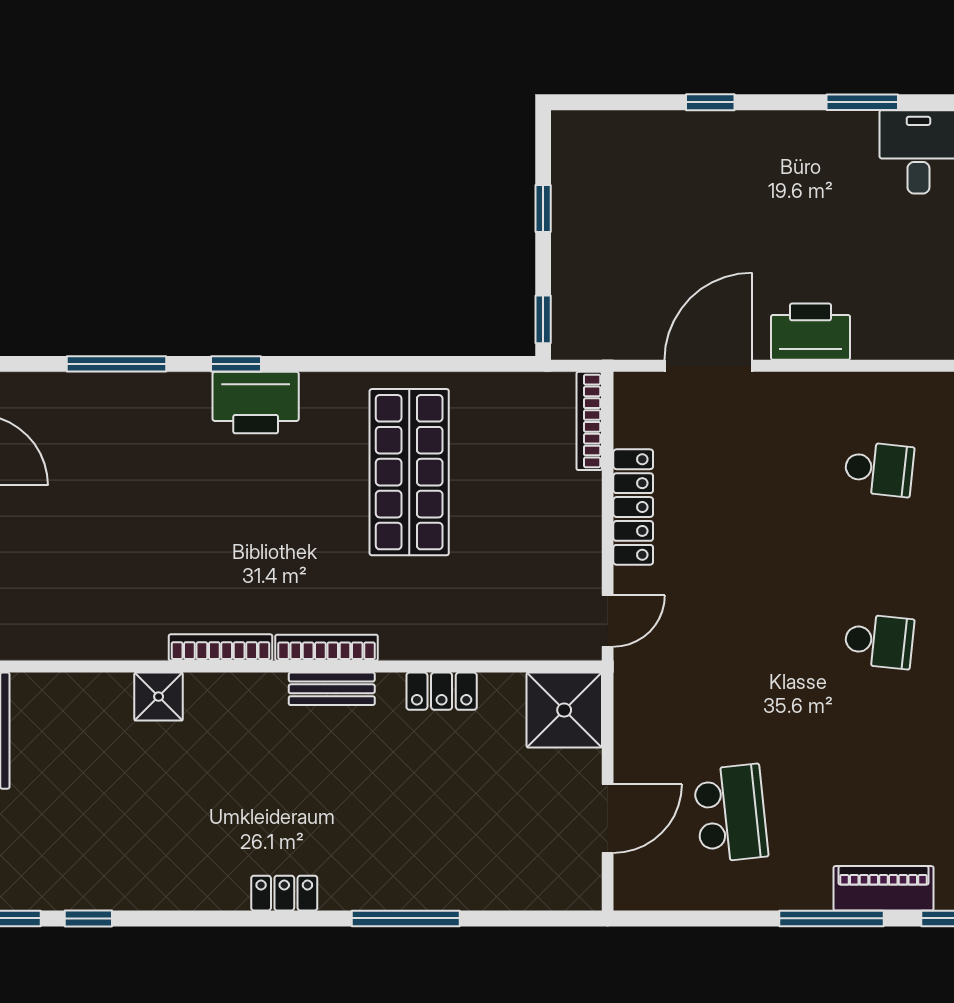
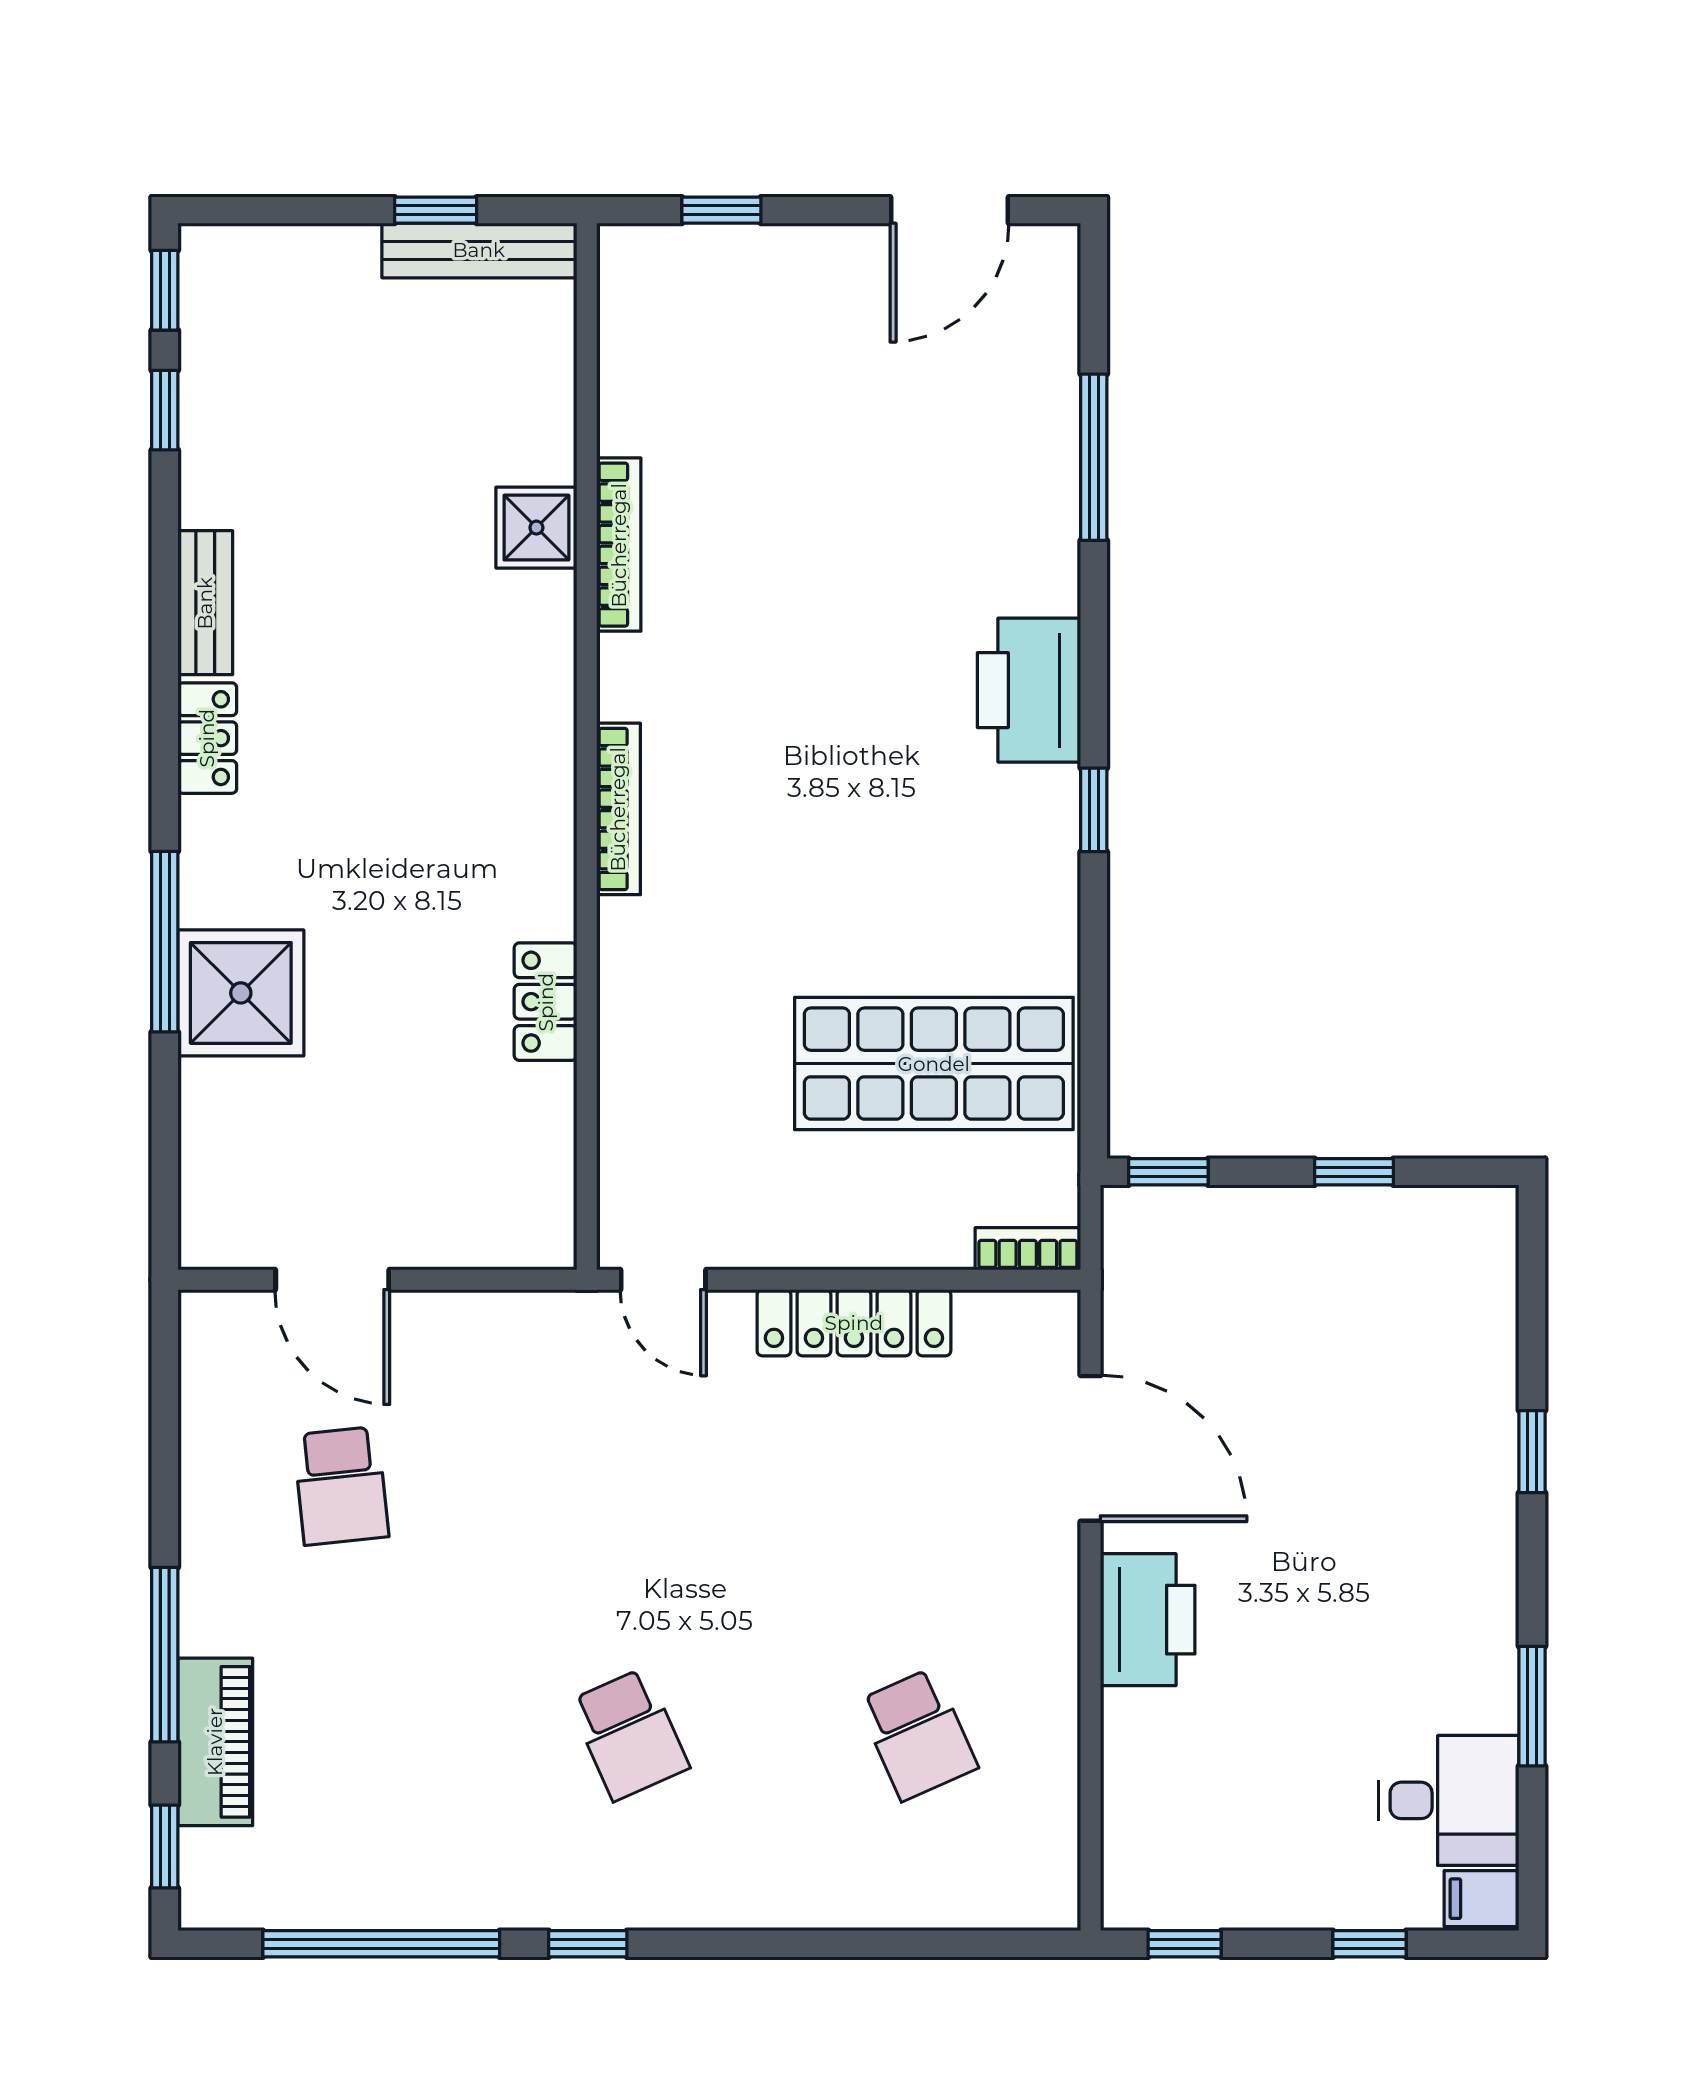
window: (236, 364) -> (1094, 810), moved
bookcase: (589, 421) -> (1028, 1249), width x0.64
school desk: (879, 469) -> (918, 1734), turned -30
shop shelf: (409, 472) -> (934, 1064), moved
school desk: (879, 641) -> (629, 1734), turned -30
bookcase: (221, 647) -> (619, 545), moved
bench: (332, 689) -> (205, 603), moved
shower: (564, 710) -> (241, 993), moved
school desk: (731, 813) -> (341, 1486), width x0.54

